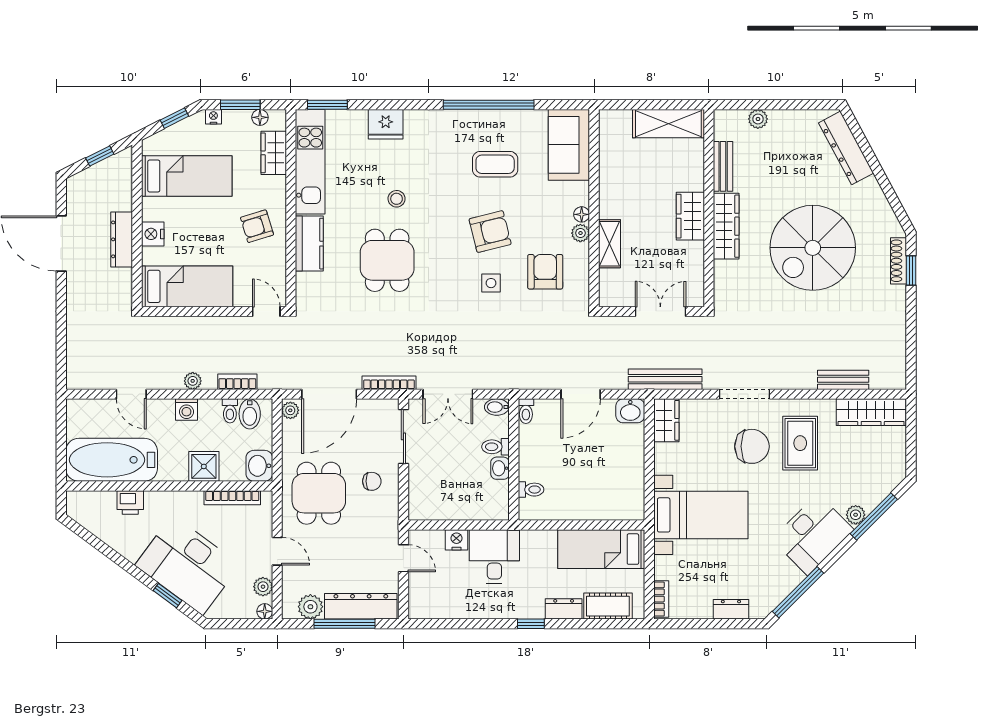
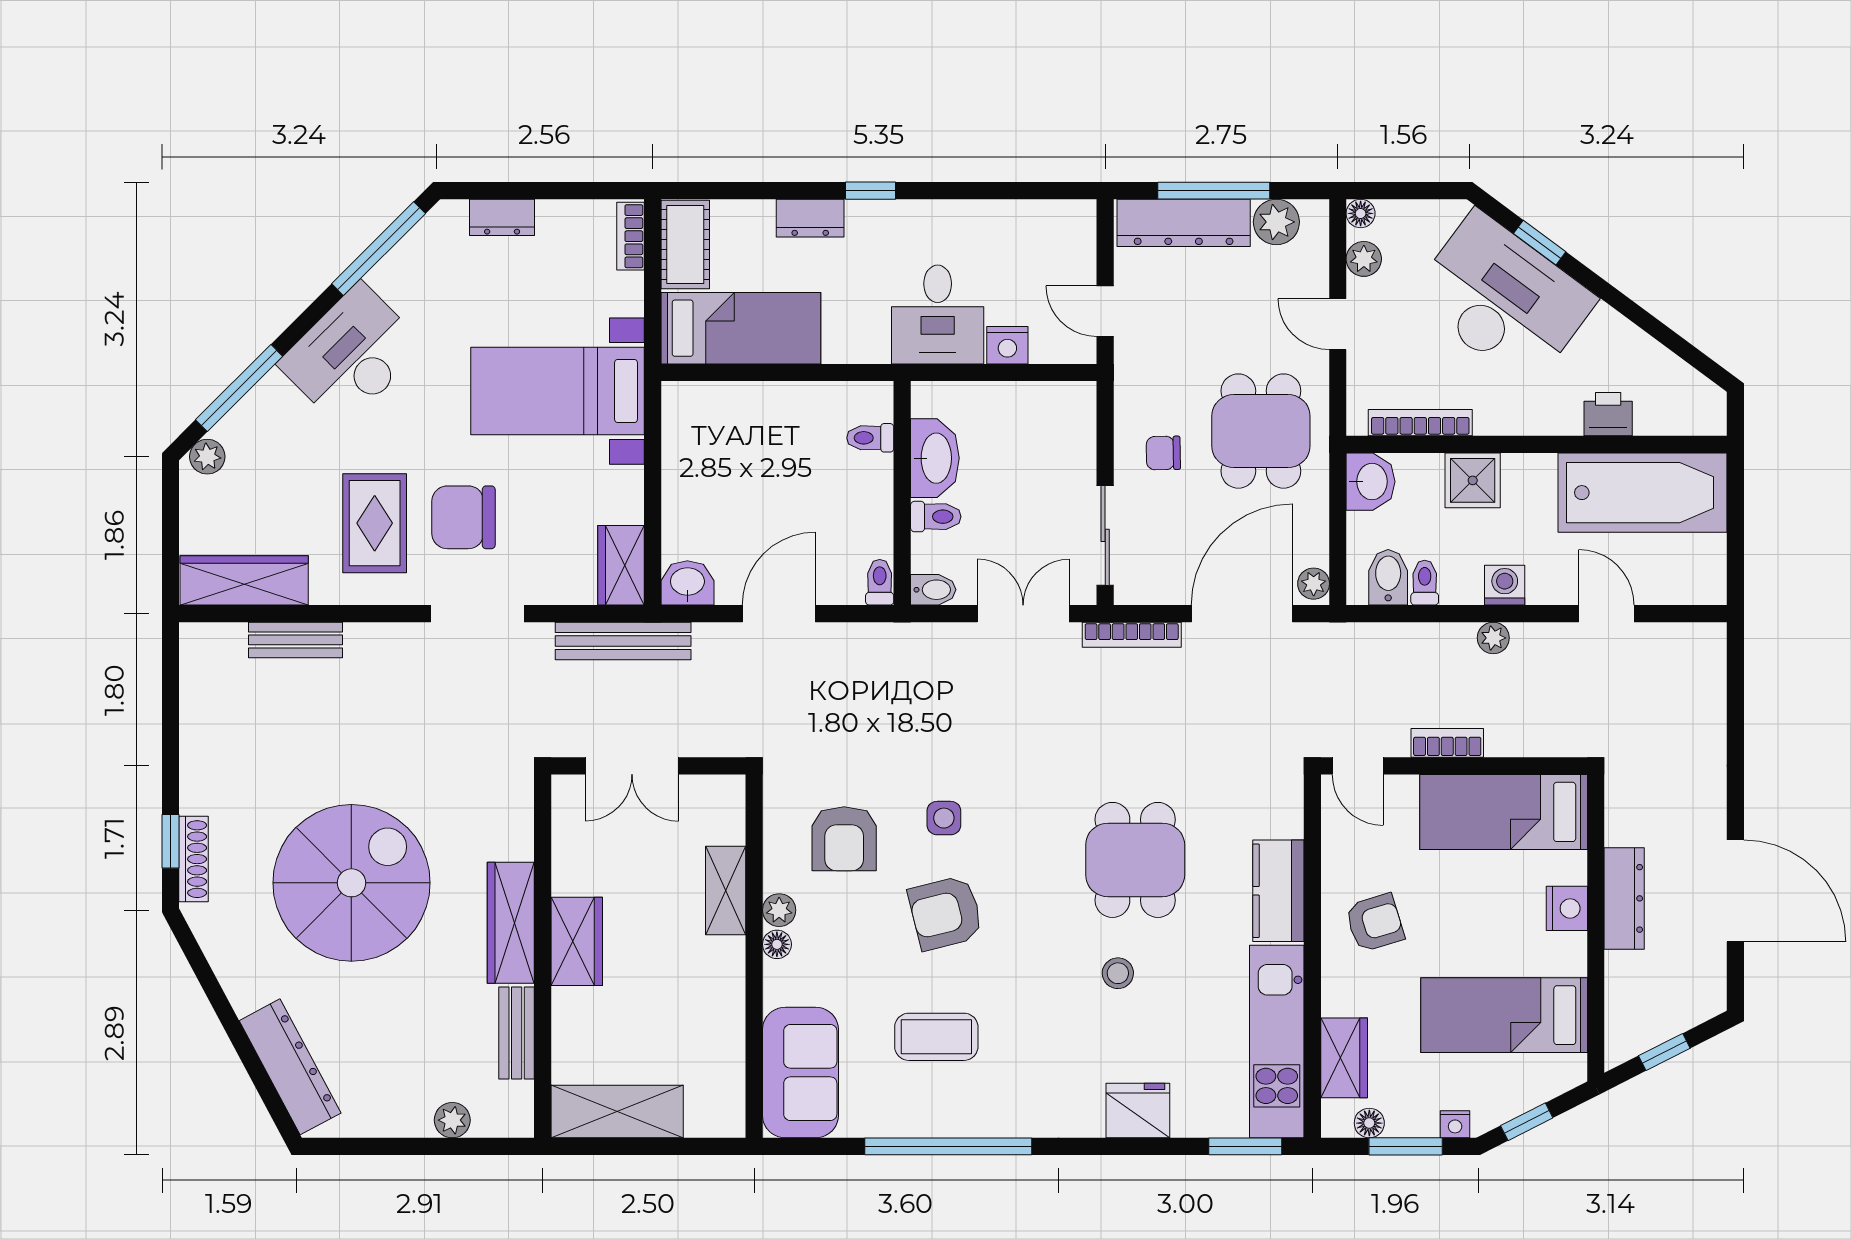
bookcase: (237, 382) -> (1447, 743), moved, turned 180
washbasin: (500, 468) -> (935, 458), width x1.91, depth x1.45
plant: (856, 515) -> (207, 457), moved
cot: (608, 606) -> (685, 244), moved, turned 90

